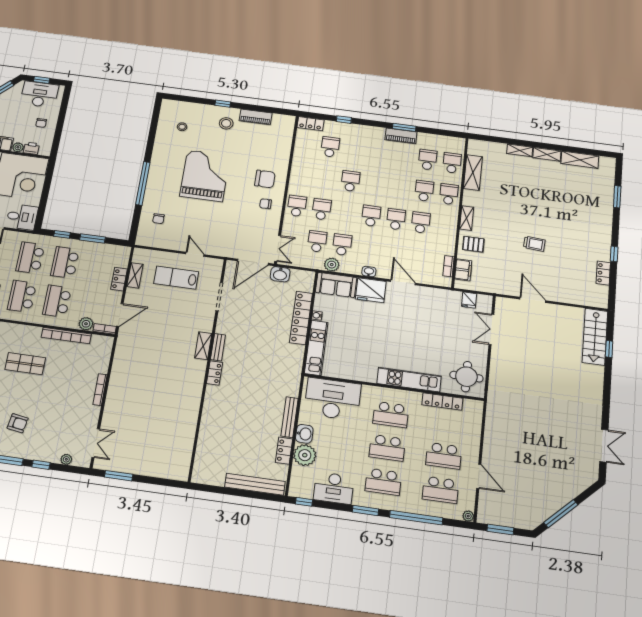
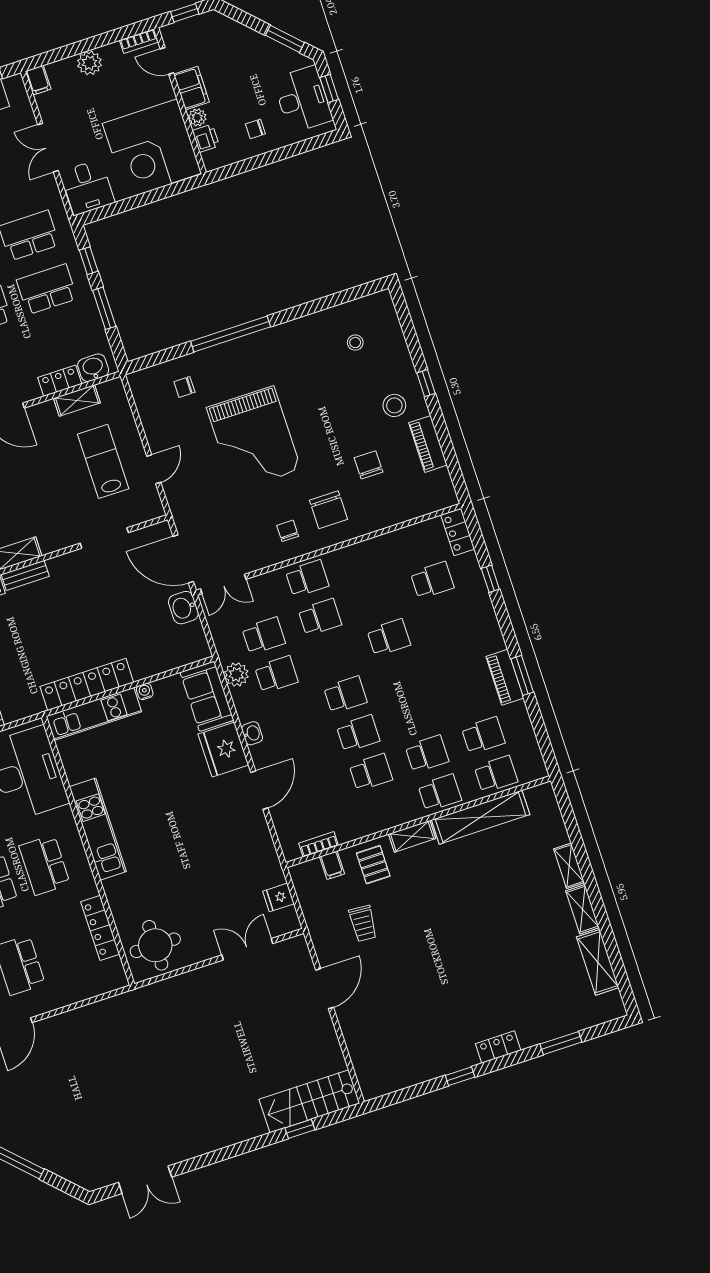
chair: (251, 149) -> (369, 465), added
shelving: (473, 173) -> (481, 817), width x1.47
grand piano: (205, 176) -> (254, 439), moved, turned 90
trolley: (534, 244) -> (363, 923), moved
washbasin: (122, 259) -> (93, 368), added
filing cabinet: (463, 270) -> (332, 865), width x0.50
locker: (603, 273) -> (498, 1047), moved
locker: (301, 318) -> (87, 685), moved
kitchen unit: (409, 380) -> (98, 829), moved

